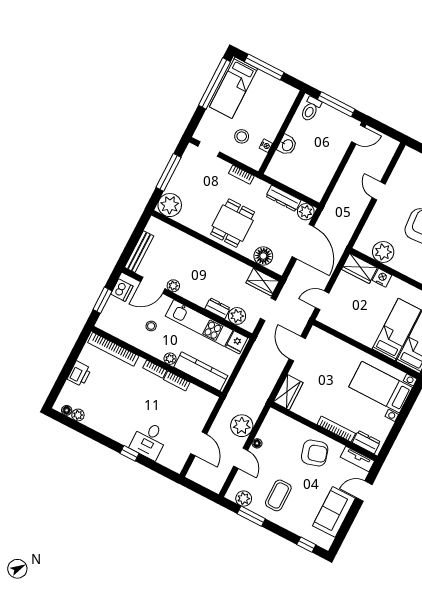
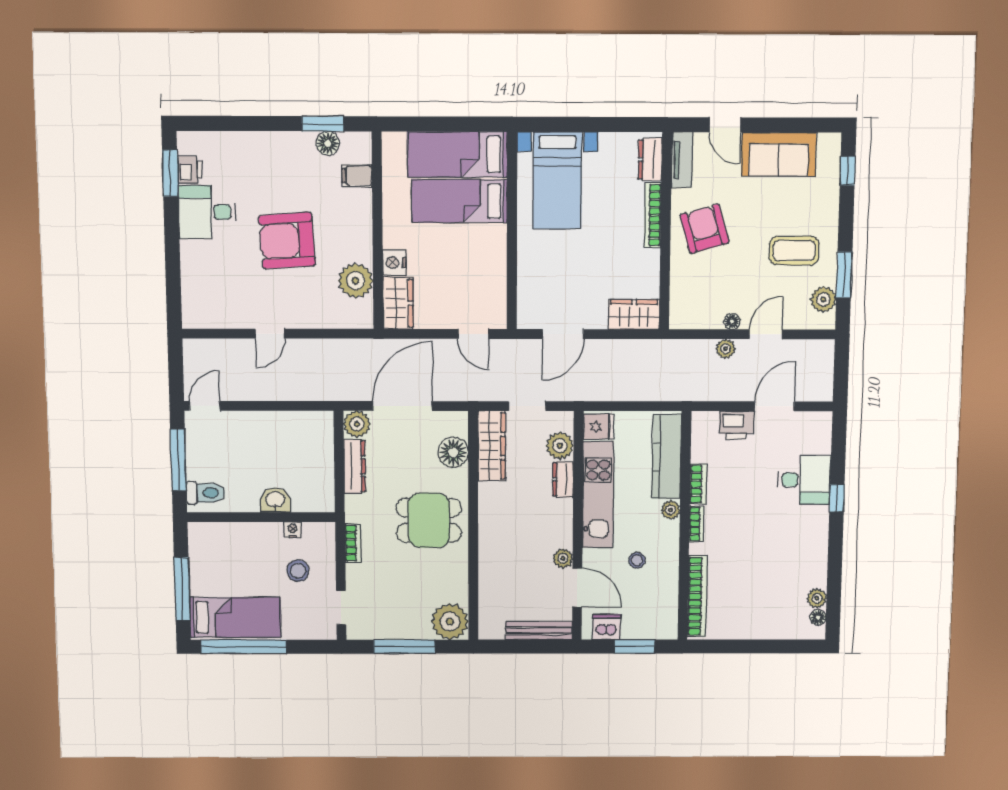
door: (358, 135) -> (205, 406), hinge flipped
wardrobe: (263, 282) -> (492, 446), width x1.50
printer: (79, 374) -> (736, 425), moved, turned 180
plant: (242, 426) -> (726, 349), width x0.53, depth x0.53

